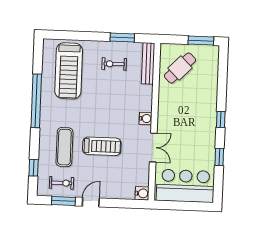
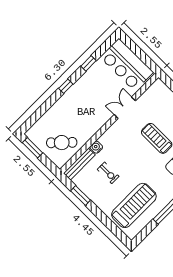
exercise bike: (114, 64) -> (108, 173), moved
water cooler: (146, 119) -> (96, 147), moved
water cooler: (142, 193) -> (159, 85), removed

